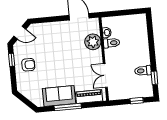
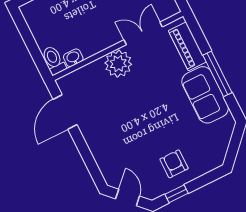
plant: (93, 42) -> (118, 64), moved
toilet: (111, 43) -> (54, 60), moved
double door: (105, 75) -> (143, 33), swing flipped

